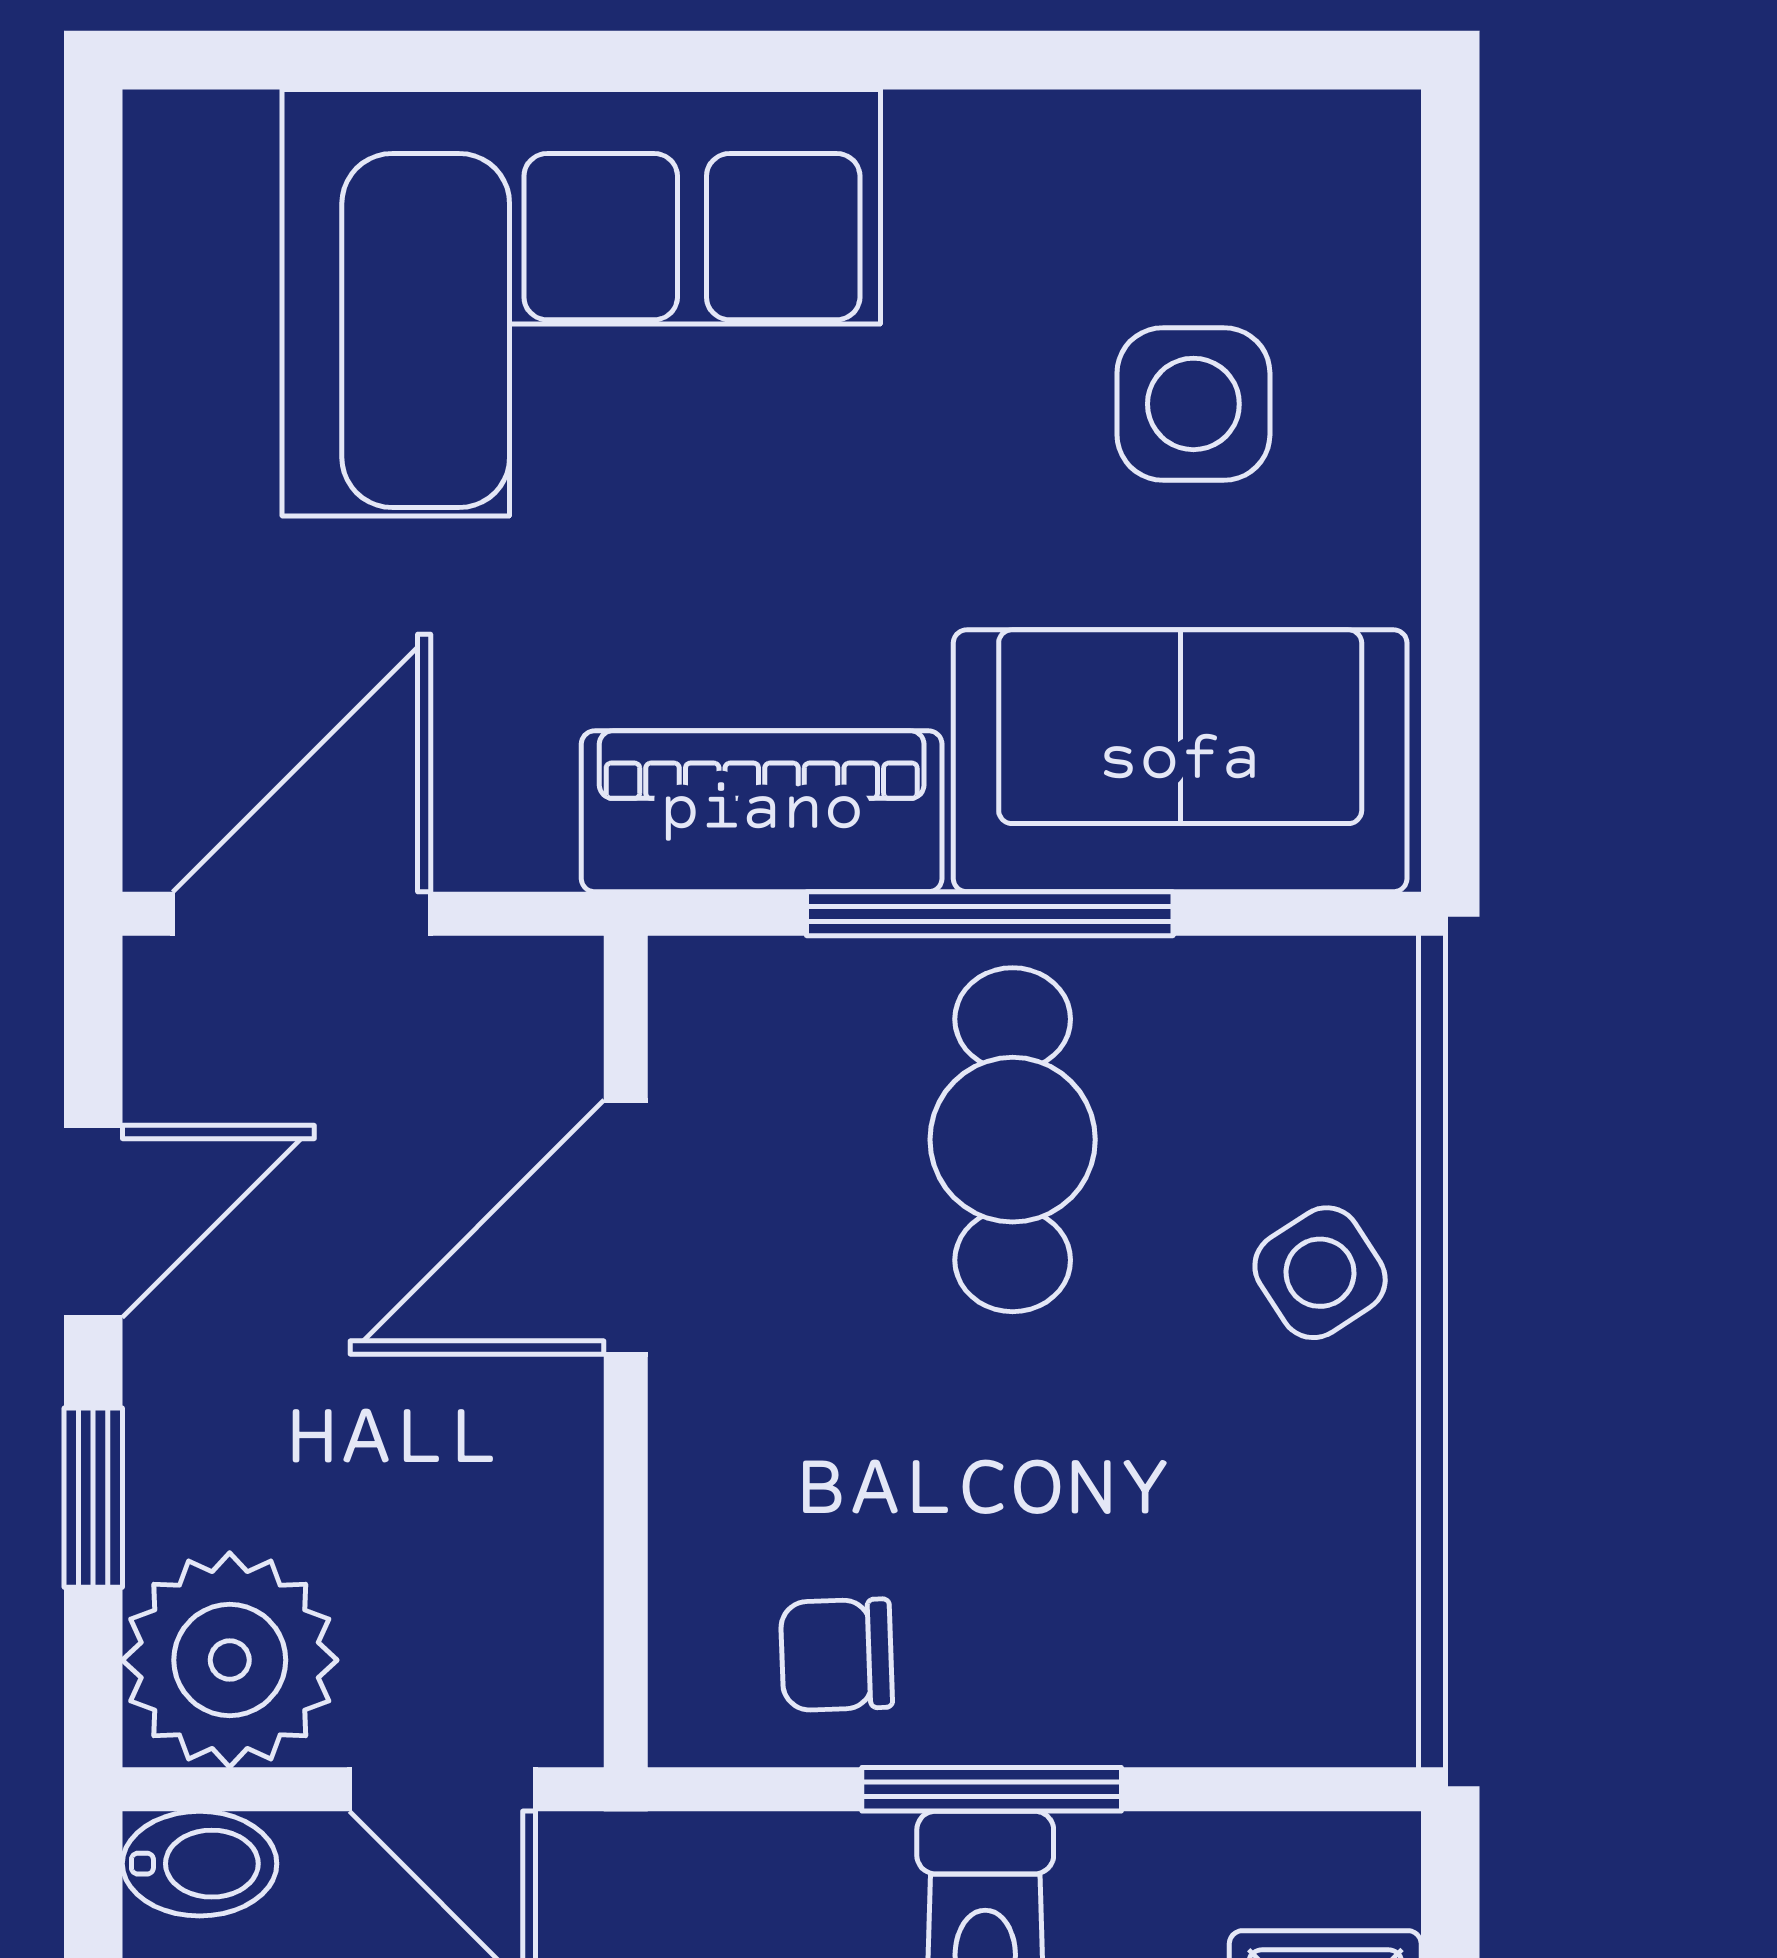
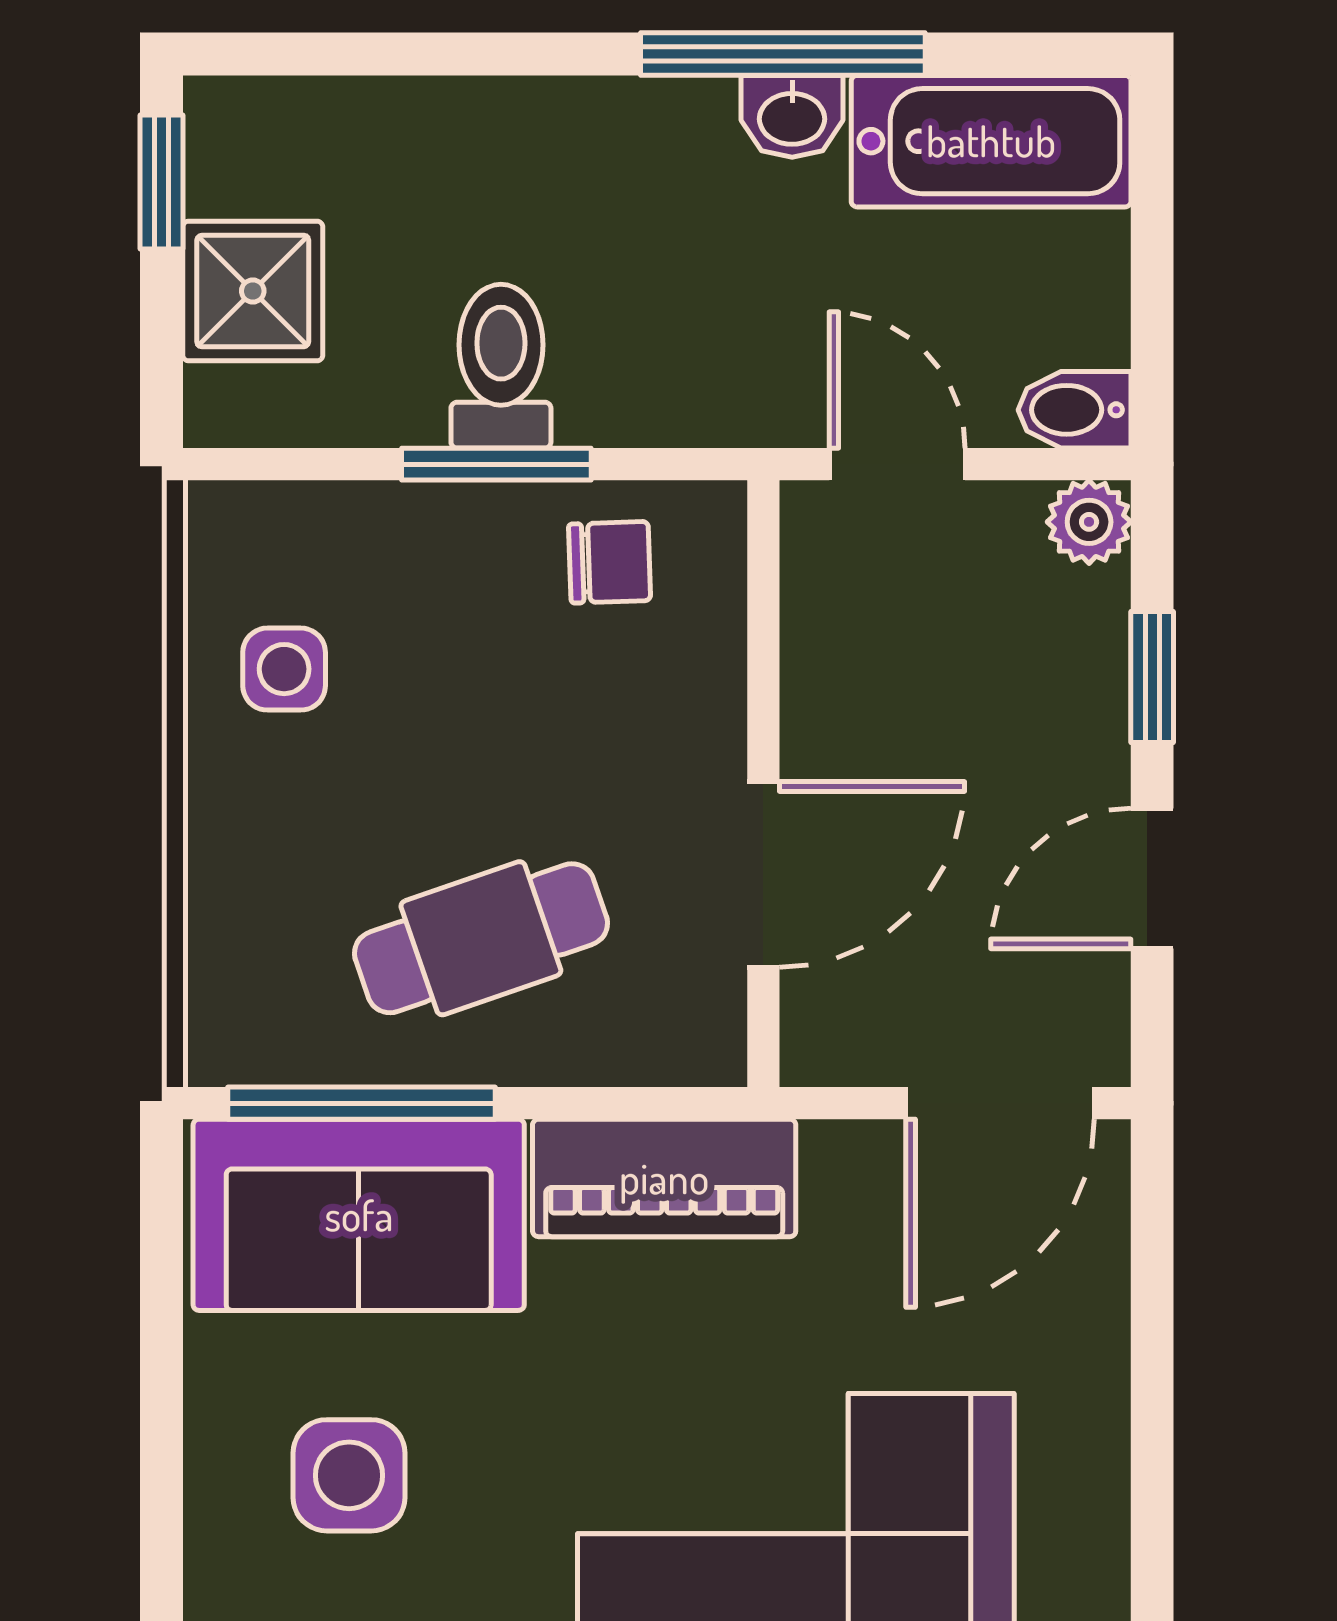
window: (990, 914) -> (361, 1103), moved
cafe table: (1013, 1140) -> (481, 938), turned 71
side table: (1320, 1273) -> (284, 669), moved, turned 33
plant: (230, 1660) -> (1089, 522), width x0.53, depth x0.53

